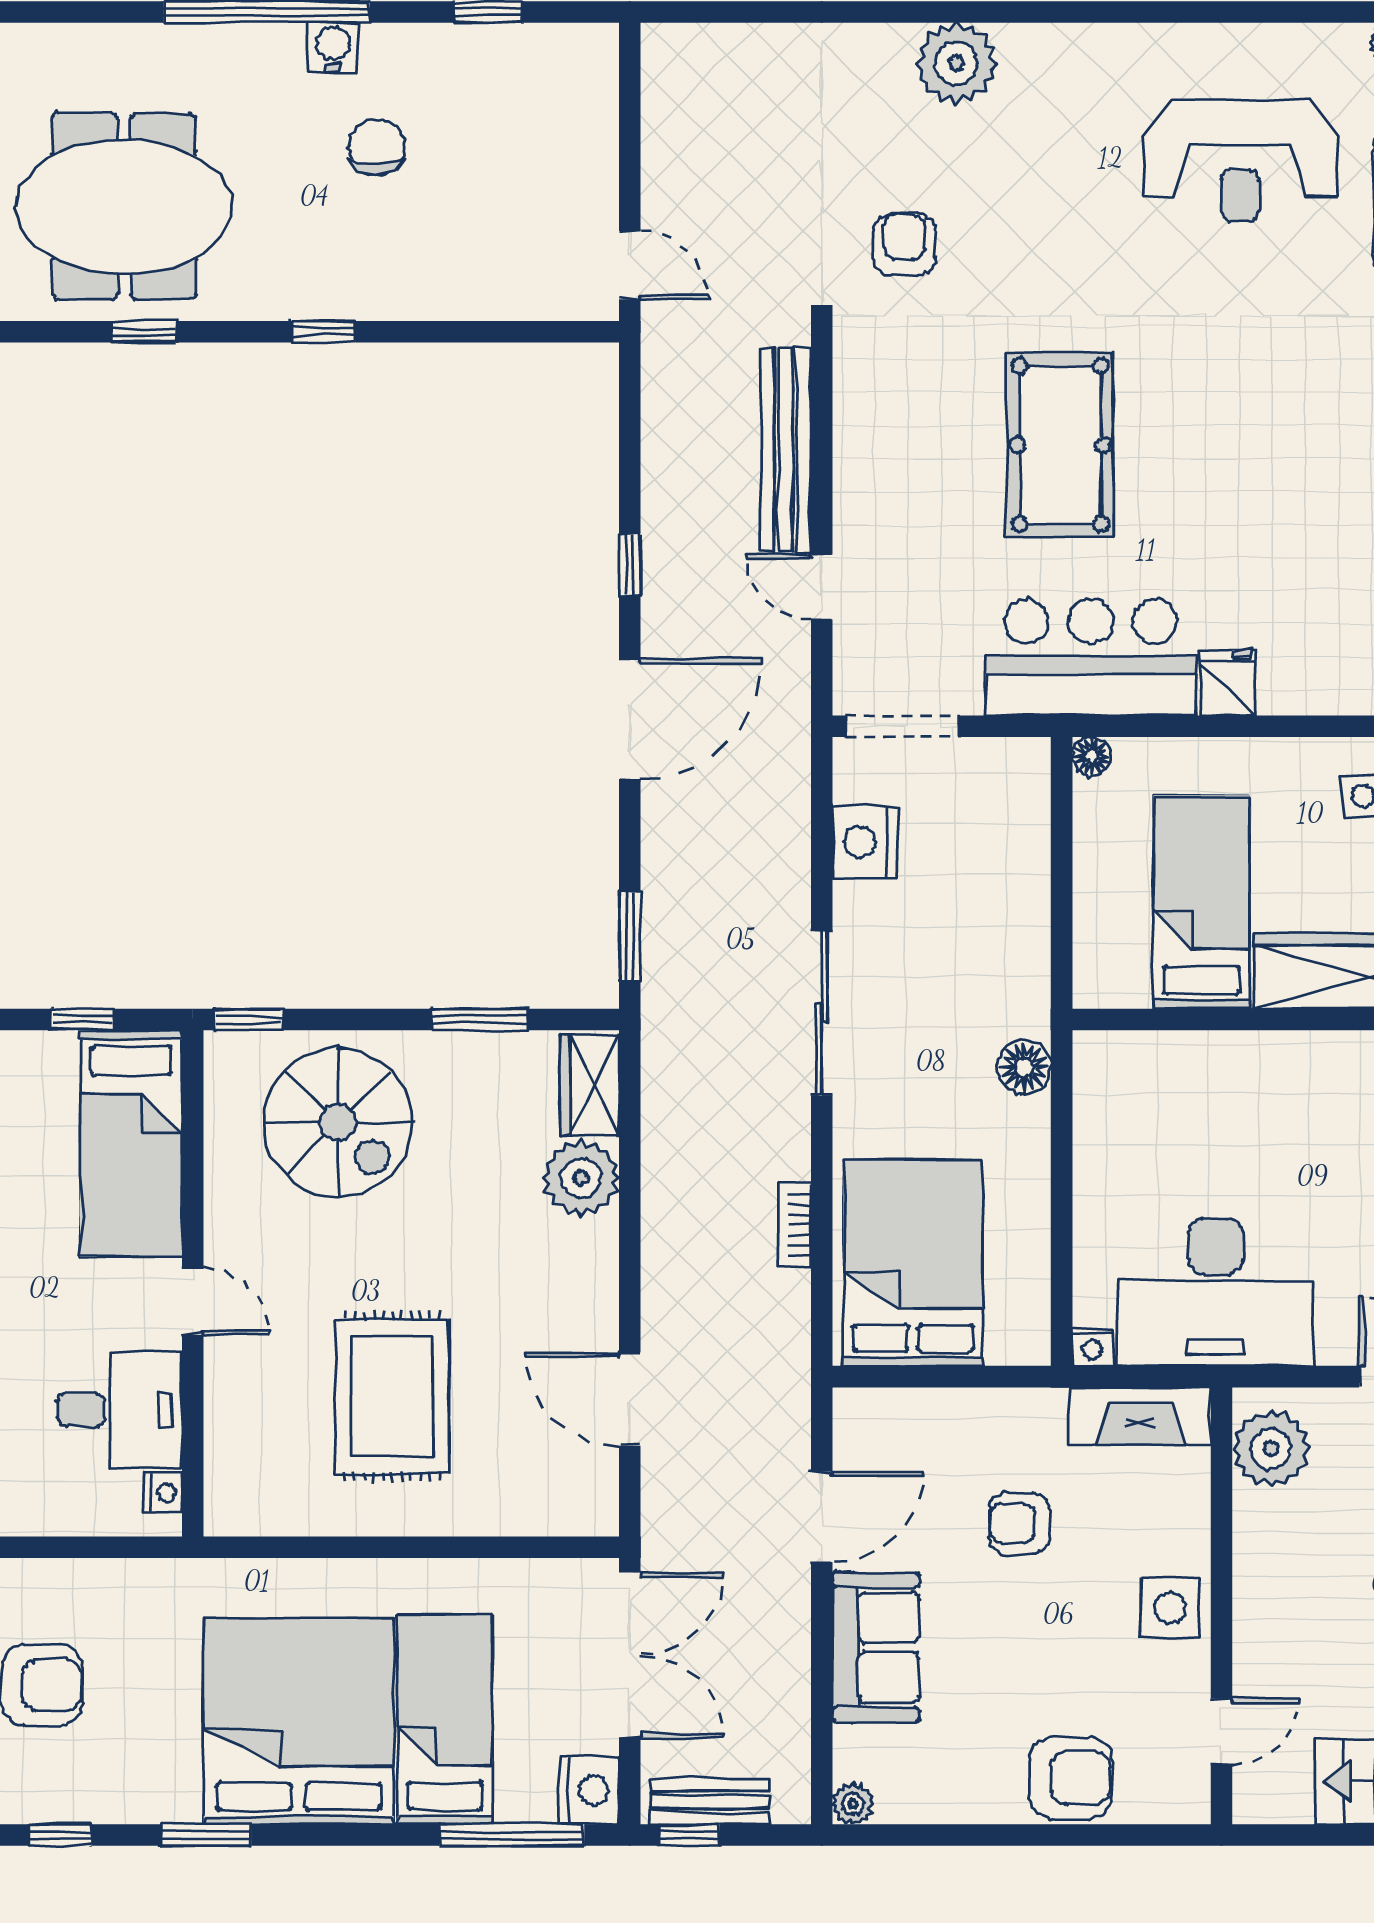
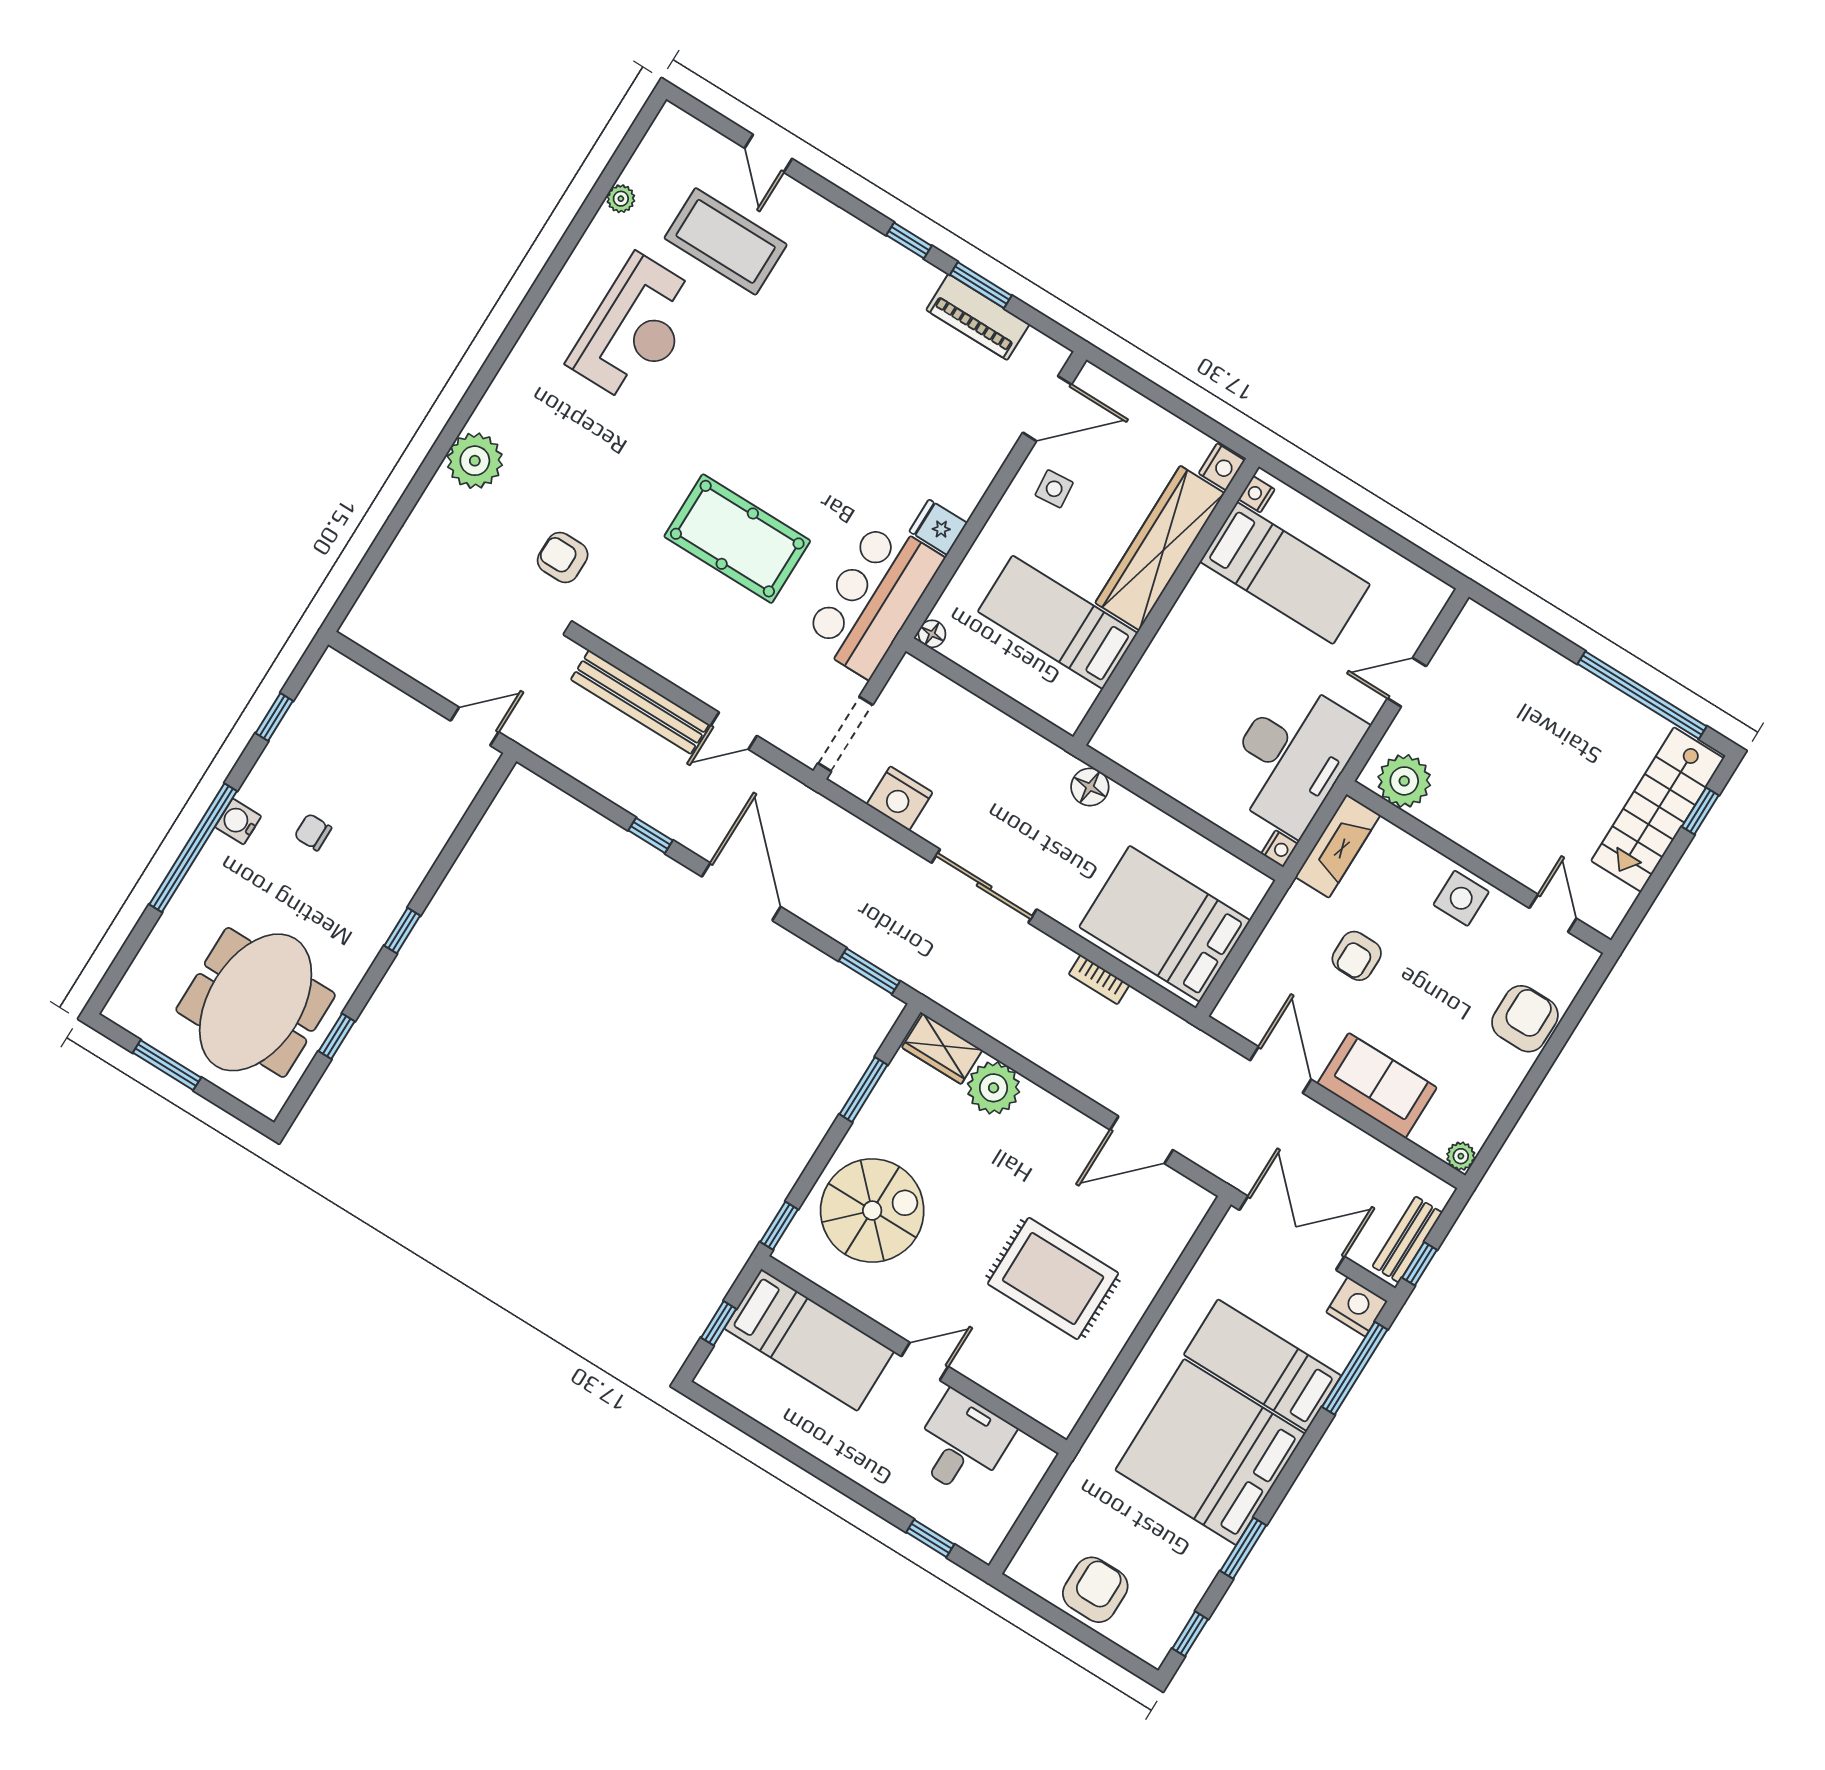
chair: (377, 147) -> (313, 832), width x0.73, depth x0.73
nightstand: (163, 1492) -> (1026, 1448), removed

